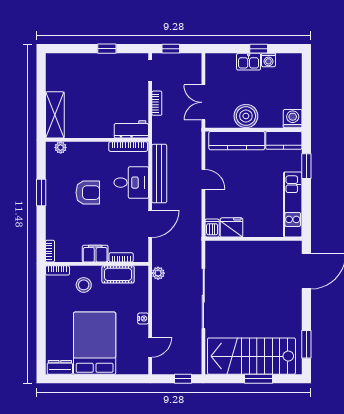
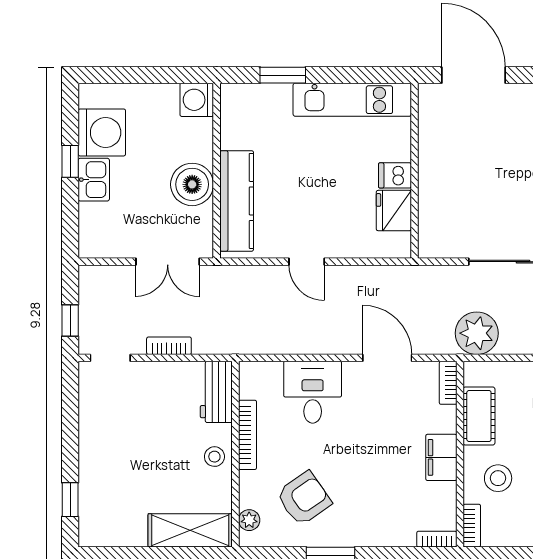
window: (107, 49) -> (70, 500), moved
washing machine: (268, 60) -> (102, 132), width x1.89, depth x1.89
stool: (96, 128) -> (214, 457), added
kitchen counter: (284, 140) -> (236, 116), removed
bookcase: (128, 147) -> (248, 435), moved
bench: (159, 174) -> (296, 341), removed
door: (203, 179) -> (307, 262), swing flipped
armchair: (88, 193) -> (304, 498), moved, turned 55
dishwasher: (212, 228) -> (395, 175), moved
bookcase: (121, 257) -> (448, 383), moved
plant: (158, 273) -> (477, 333), width x1.88, depth x1.88

